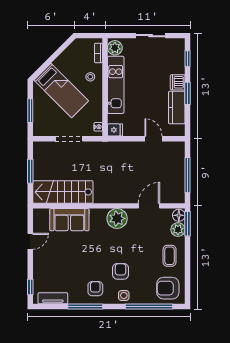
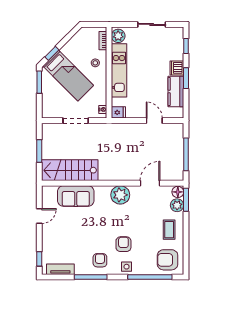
window: (44, 67) -> (52, 53), added
window: (30, 111) -> (39, 82), moved

